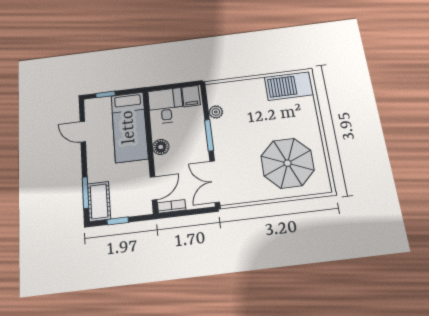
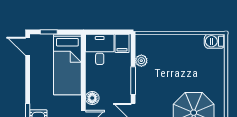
barbecue: (289, 86) -> (215, 41), width x0.53, depth x0.65
door: (83, 132) -> (28, 46), moved
floor lamp: (161, 147) -> (92, 98), moved

